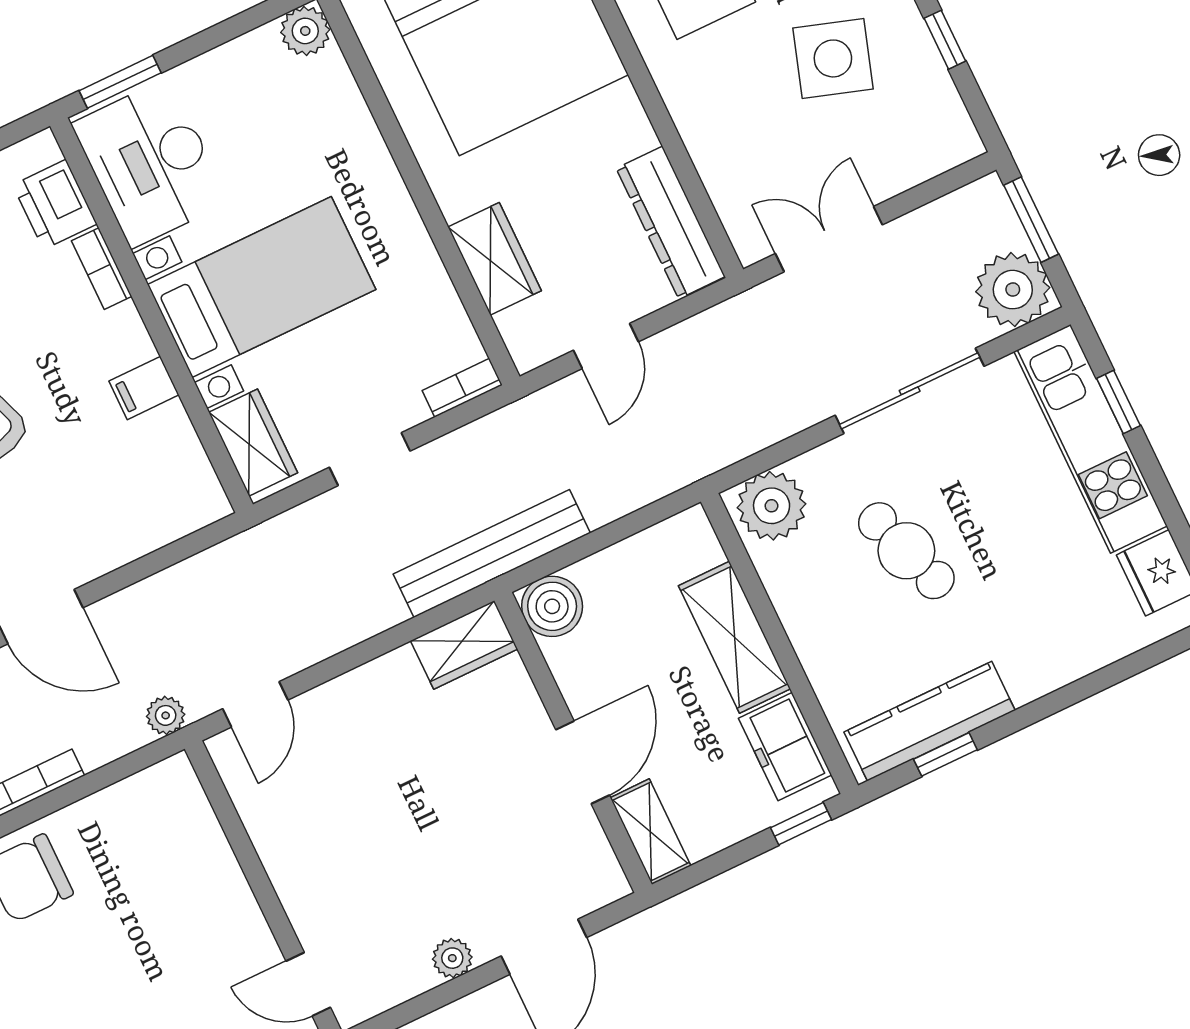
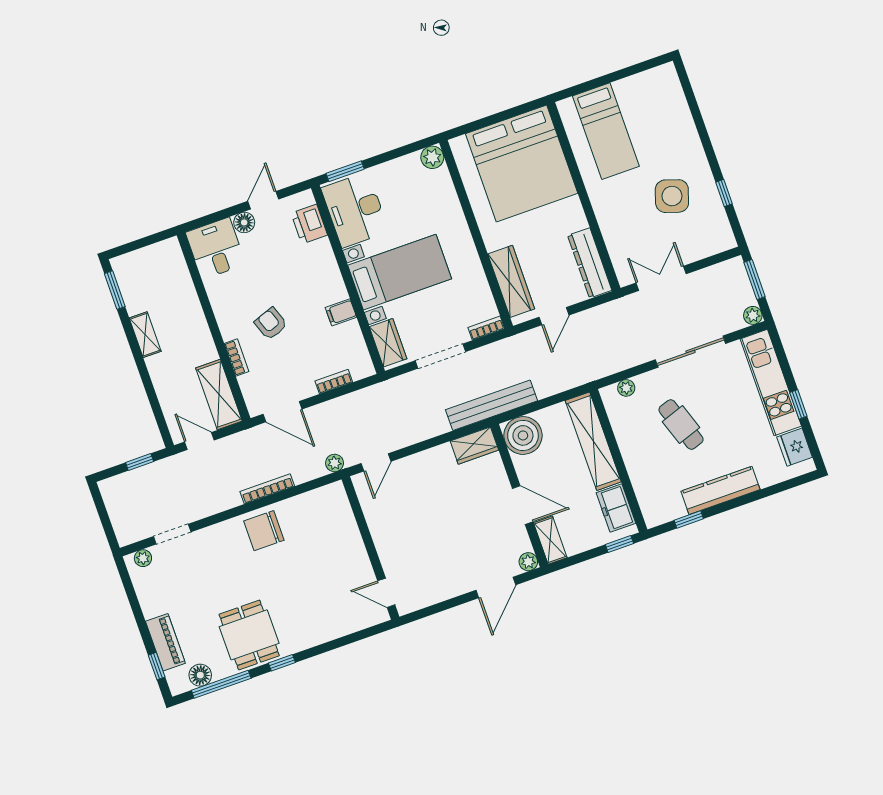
wardrobe: (495, 259) -> (511, 281), width x1.50
bookcase: (102, 269) -> (334, 382), moved, turned 90
plant: (1013, 290) -> (753, 315), width x0.53, depth x0.53
window: (1119, 402) -> (798, 404), moved
doorway: (370, 459) -> (440, 356), width x1.38
plant: (772, 506) -> (626, 388), width x0.53, depth x0.53
boiler: (552, 606) -> (523, 435), width x1.37, depth x1.37
shelving: (734, 637) -> (593, 441), width x1.47
kitchen counter: (930, 721) -> (721, 490), moved
door: (583, 762) -> (523, 505), hinge flipped
plant: (452, 958) -> (528, 562), moved

